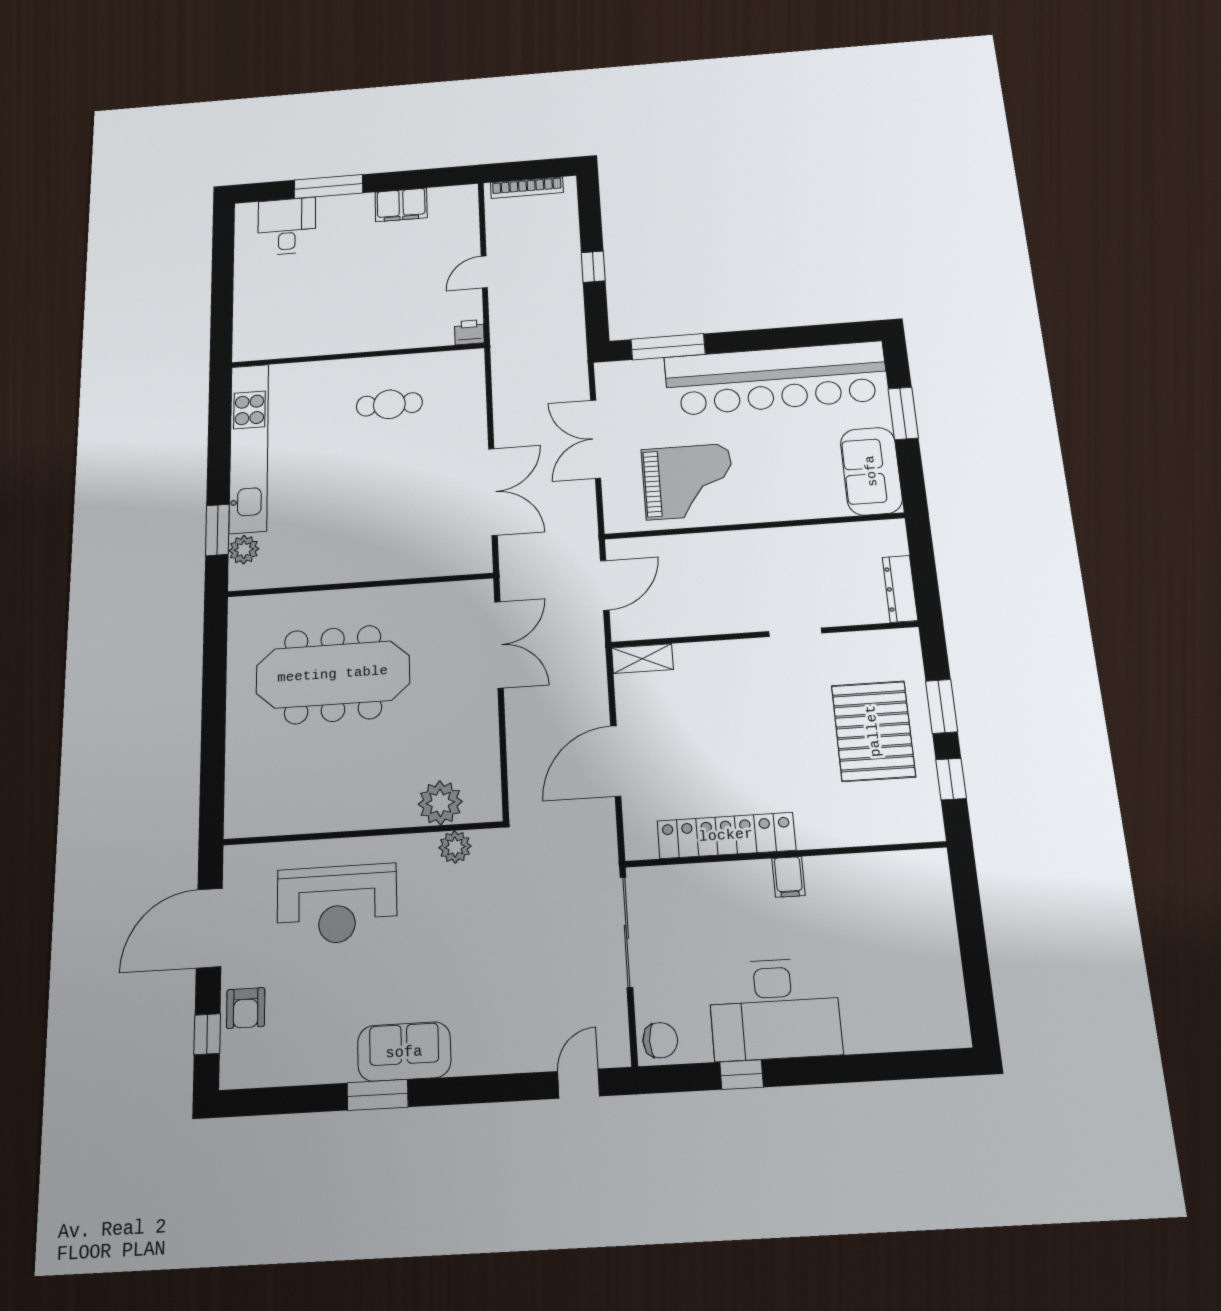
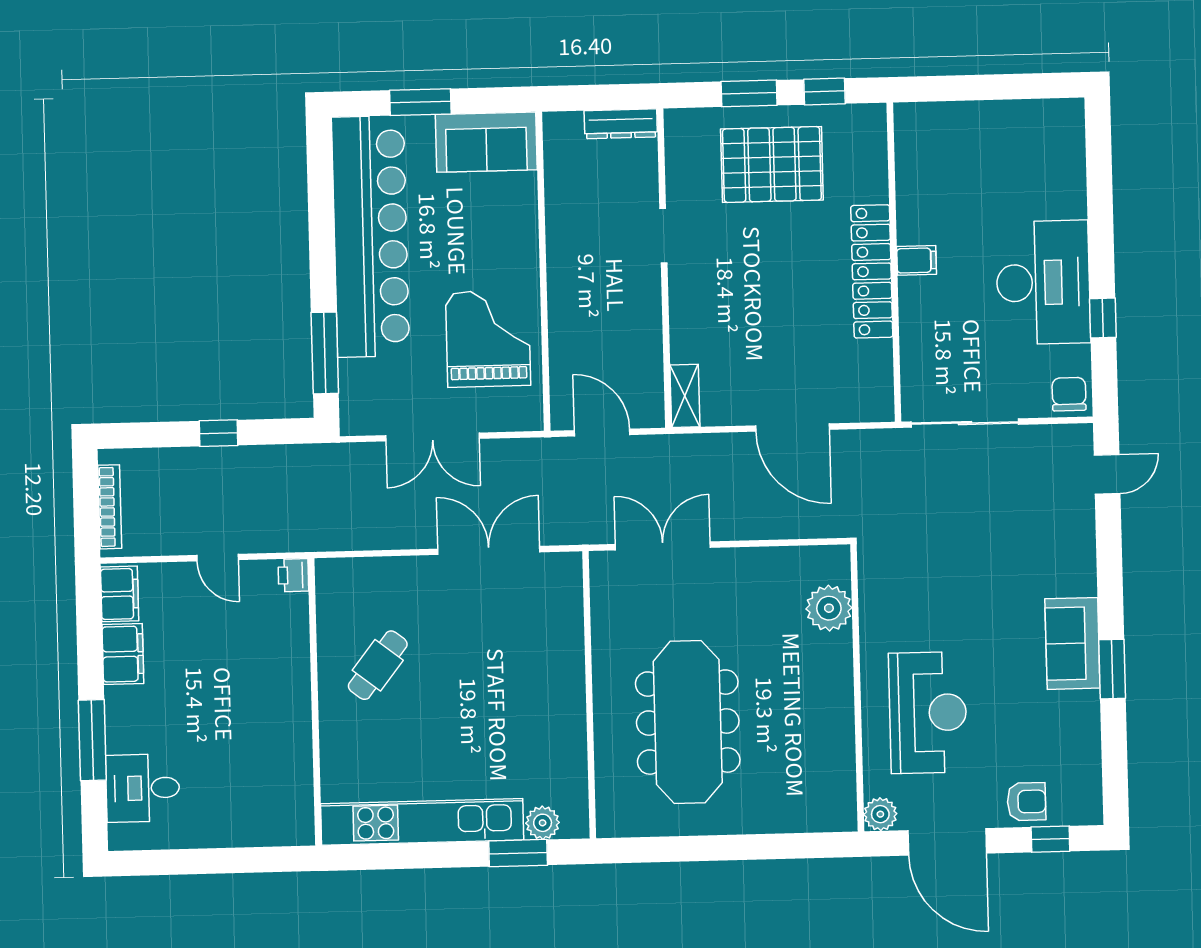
filing cabinet: (452, 199) -> (120, 594), added
cafe table: (389, 404) -> (378, 665), turned 38
locker: (726, 835) -> (872, 271), moved
plant: (455, 847) -> (880, 814), moved
door: (579, 1084) -> (1107, 474), swing flipped

